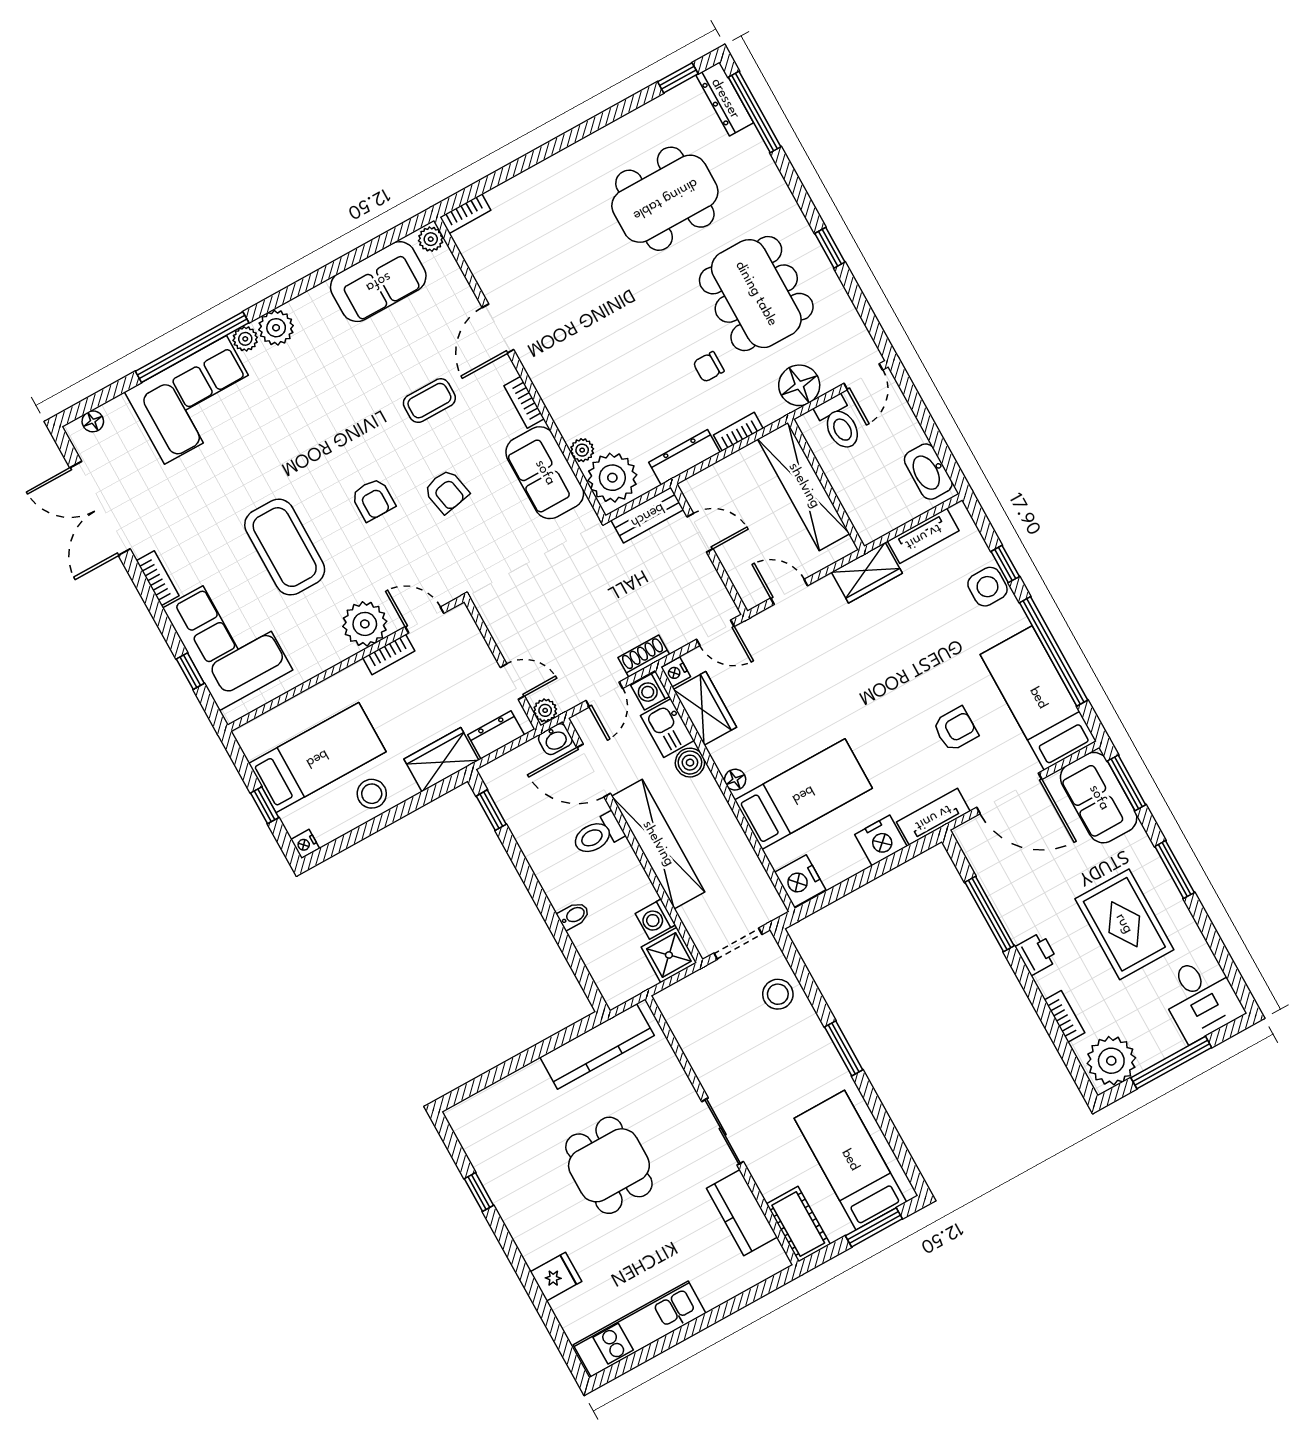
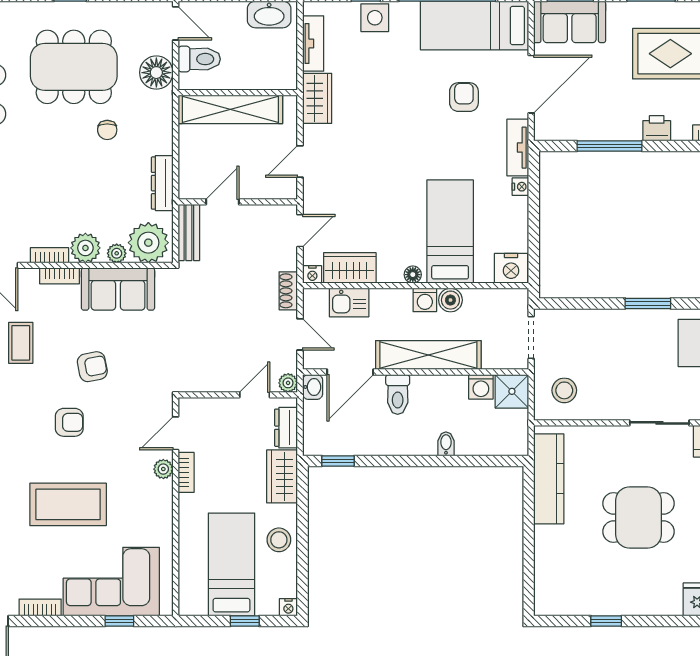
plant: (569, 413) -> (85, 248), added
bookcase: (738, 432) -> (49, 255), moved, turned 90
plant: (365, 624) -> (163, 469), width x0.53, depth x0.53
washing machine: (650, 691) -> (425, 300), moved
boiler: (690, 763) -> (450, 300), moved
nightstand: (881, 840) -> (520, 187), width x0.53, depth x0.56
stool: (778, 994) -> (564, 390), moved

